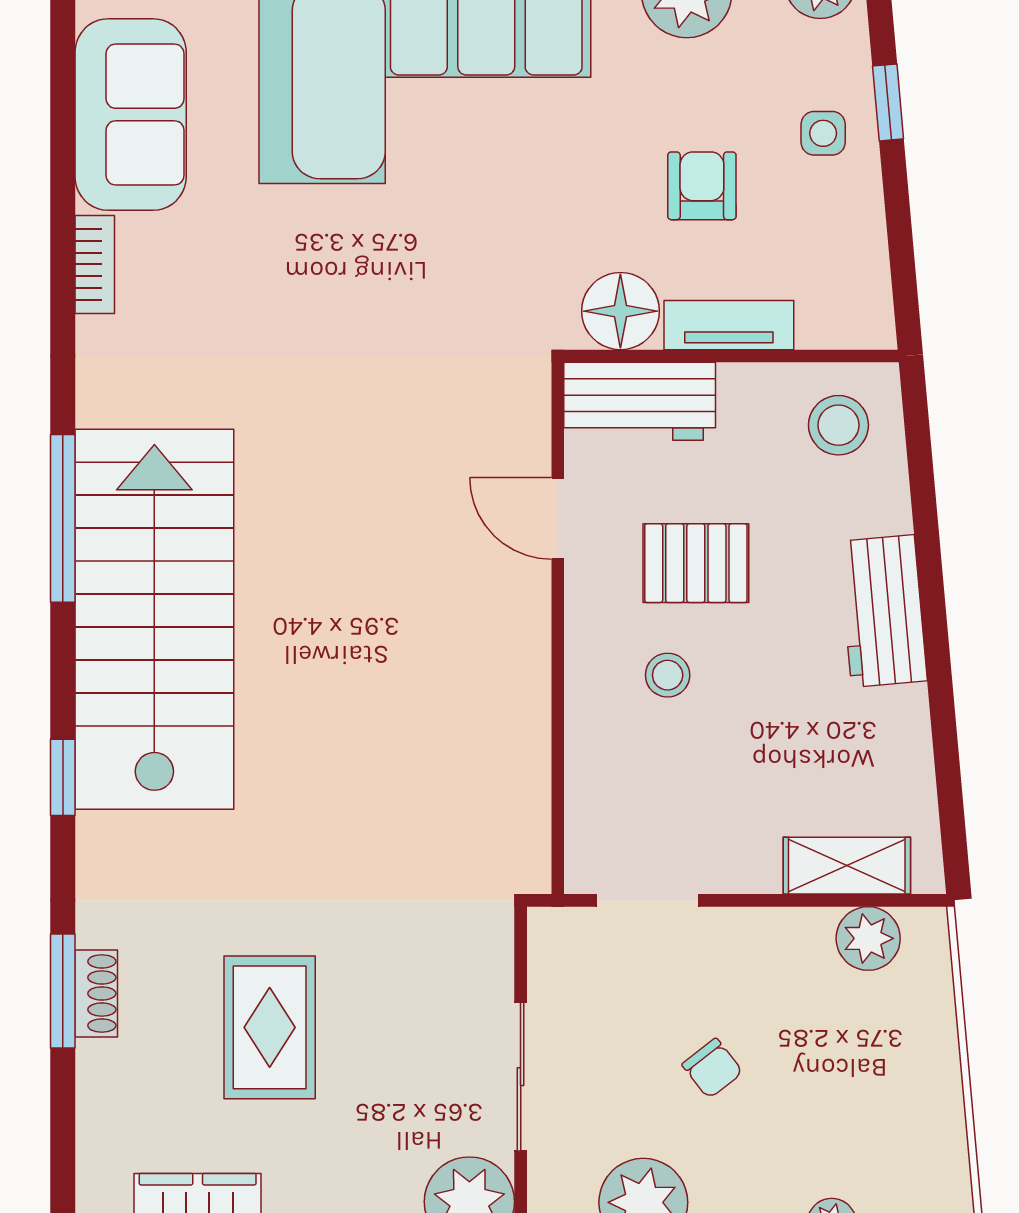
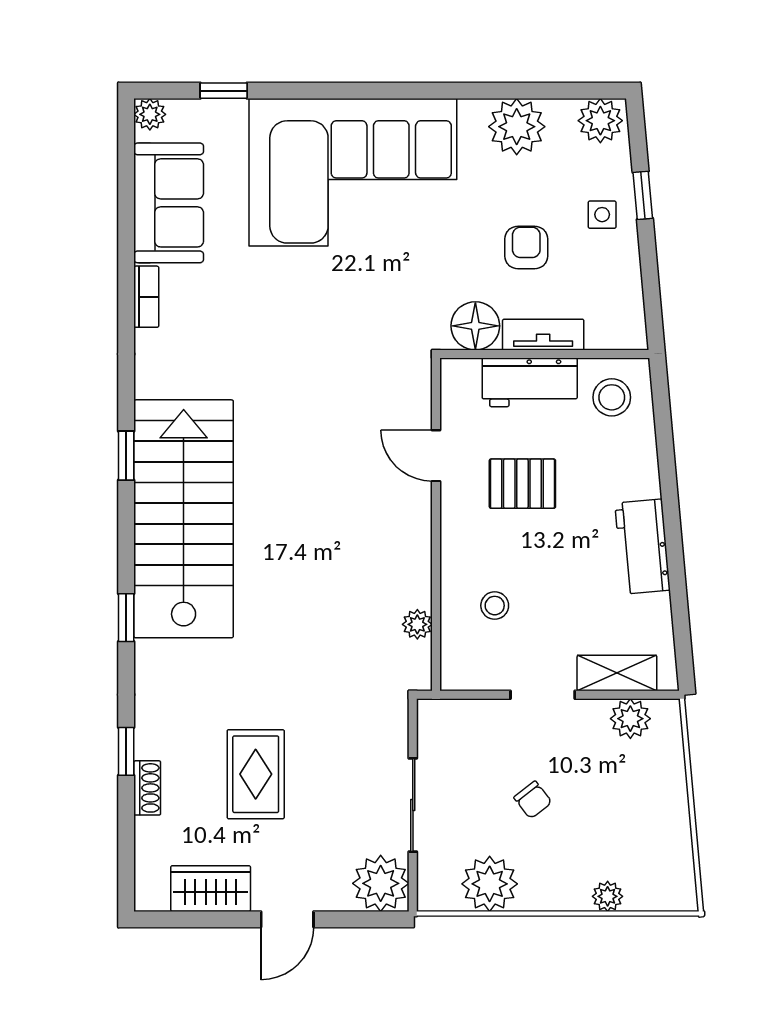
workbench: (640, 401) -> (530, 382), moved
window: (63, 518) -> (126, 456), width x0.46
workbench: (883, 611) -> (642, 547), moved
stool: (668, 675) -> (495, 606), moved
plant: (528, 788) -> (417, 624), added
doorway: (647, 900) -> (543, 695), moved
window: (63, 991) -> (126, 751), width x0.67
shoe rack: (96, 993) -> (147, 788), moved

